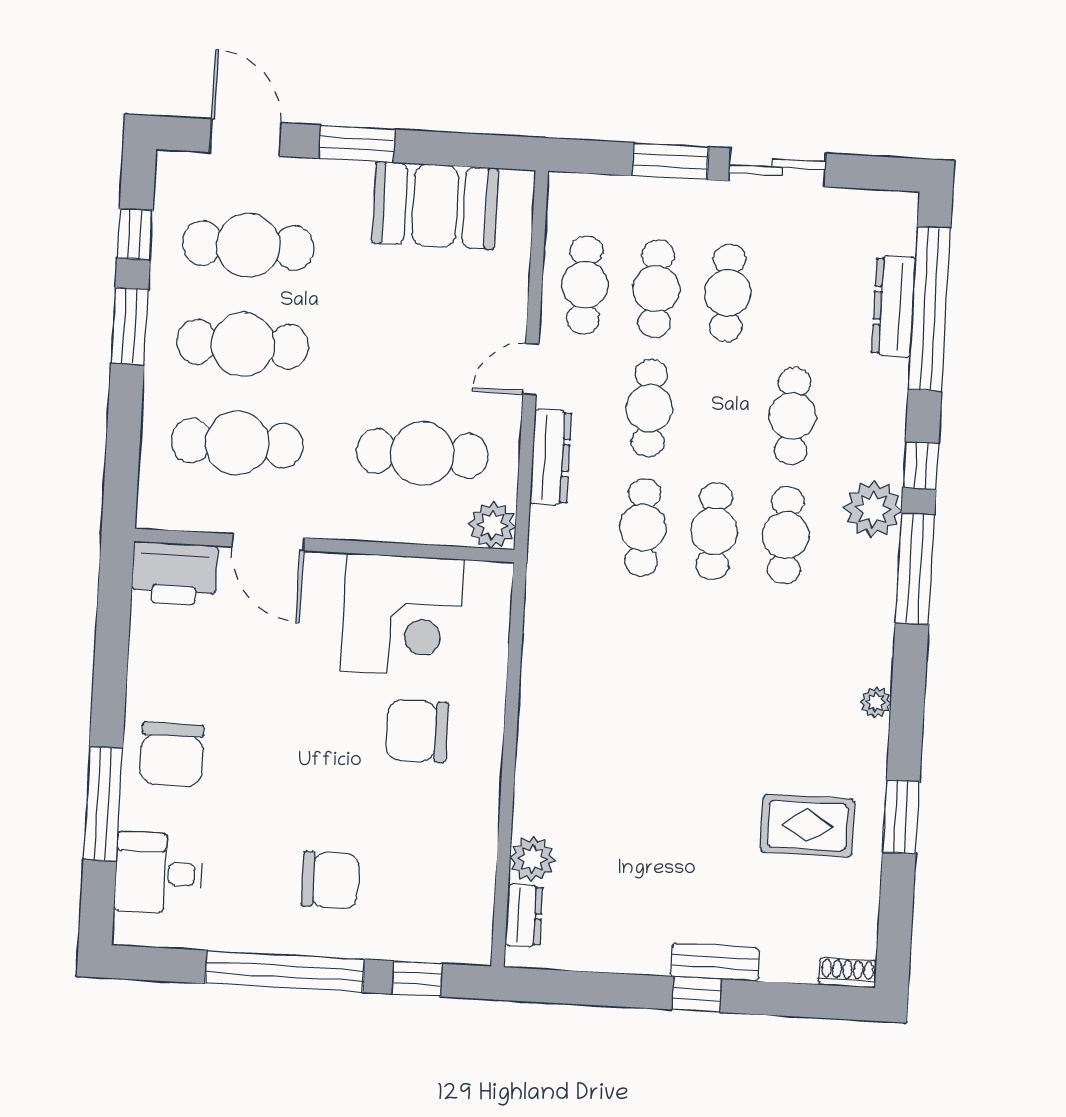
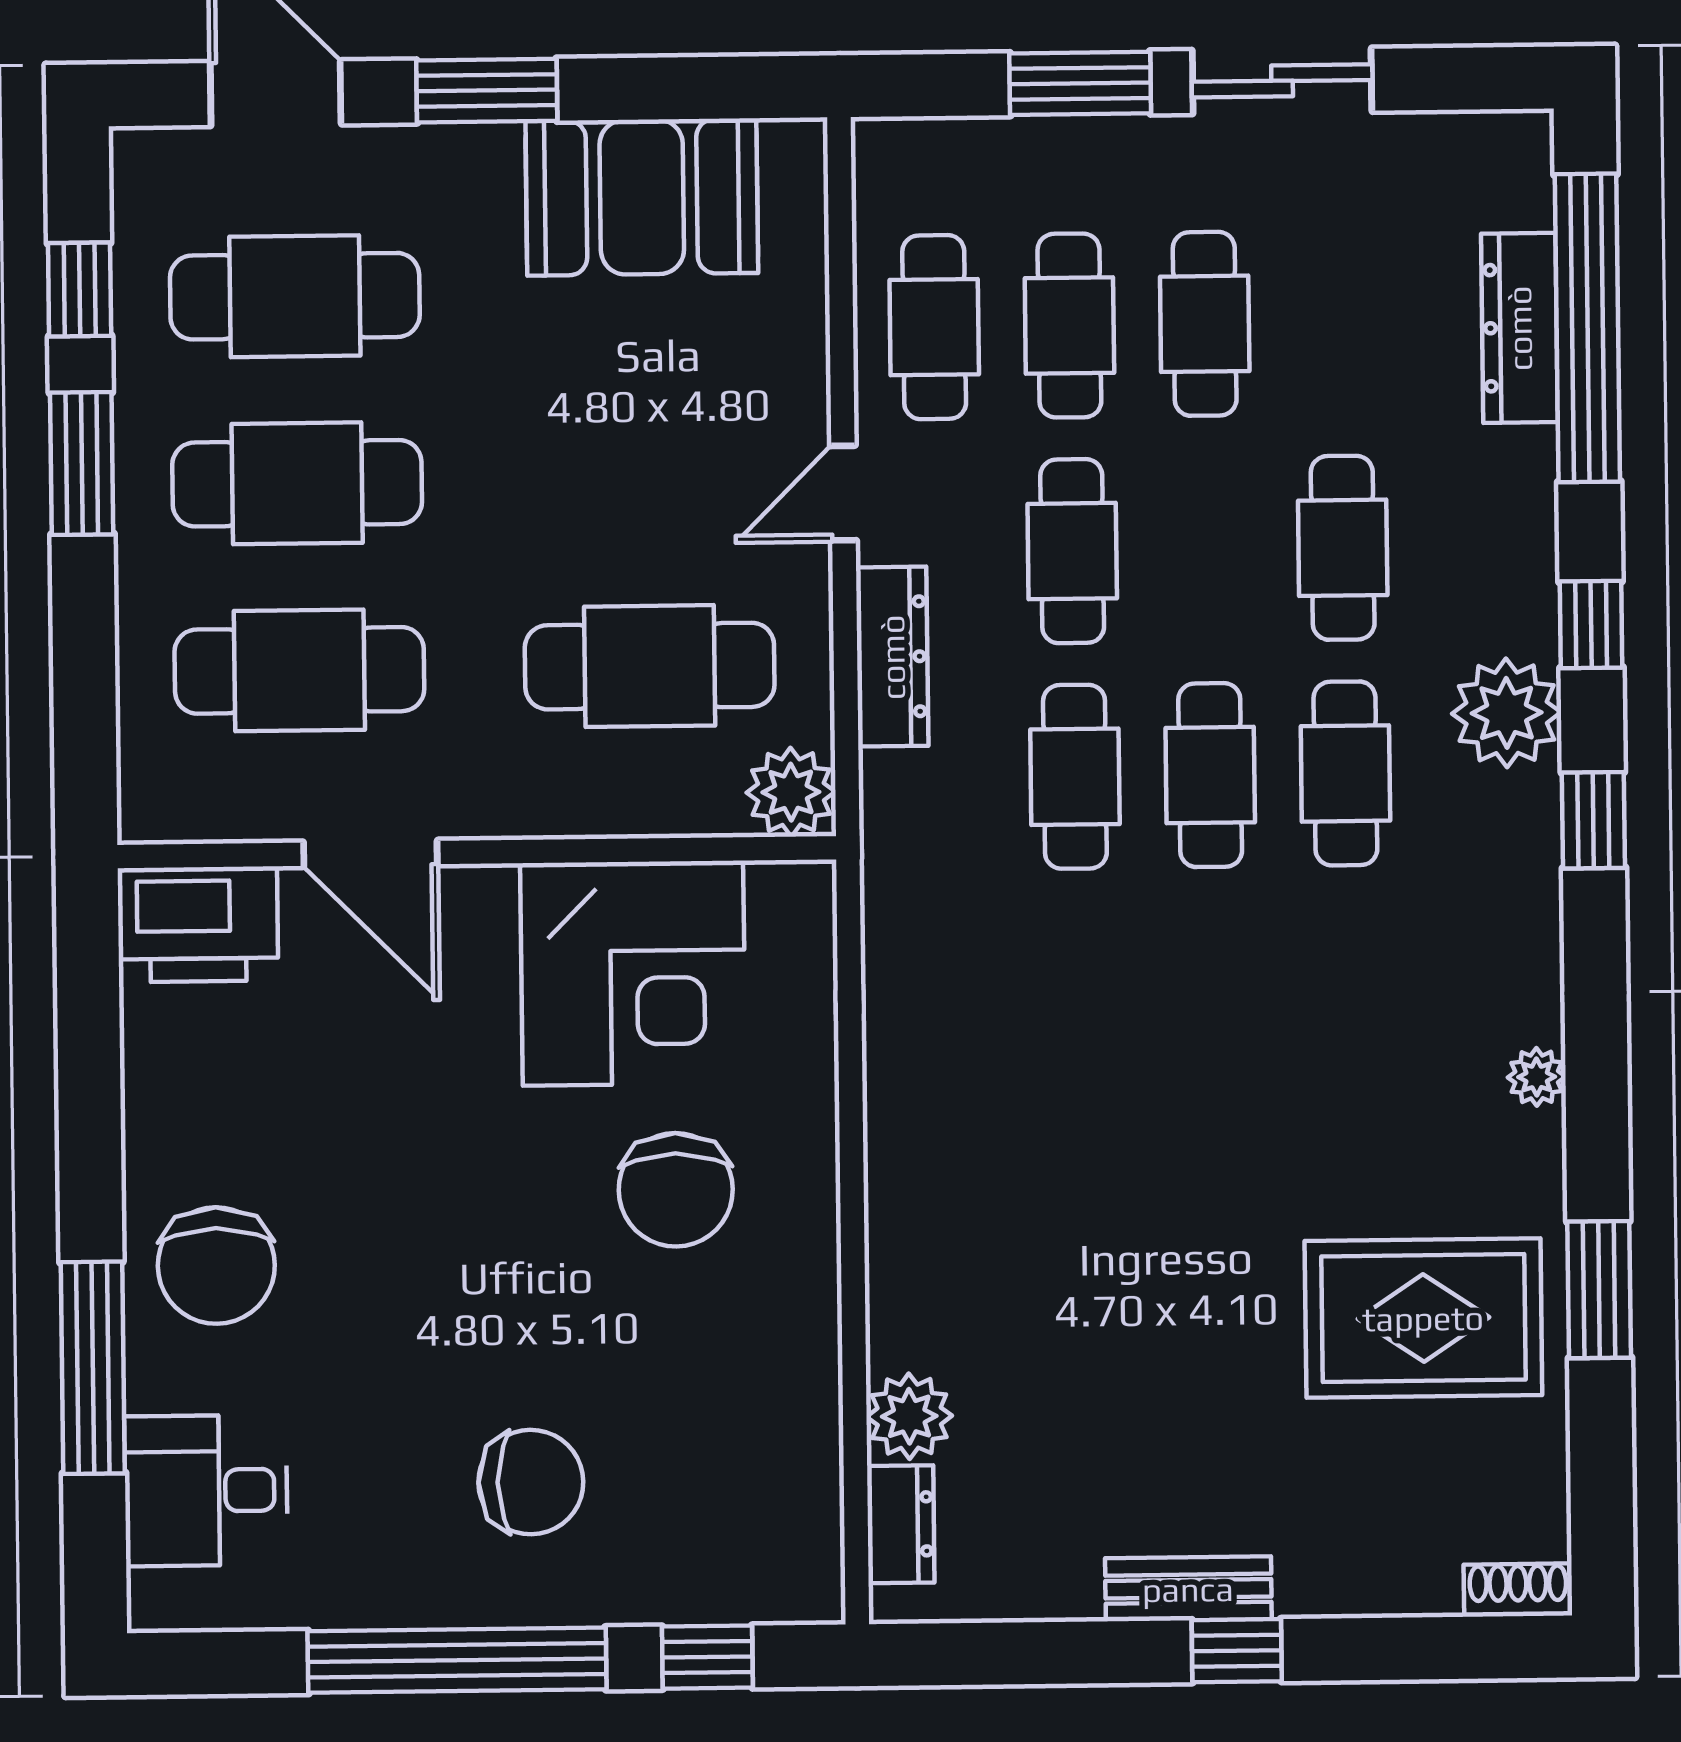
window: (915, 569) -> (1593, 820), width x0.46
chair: (417, 731) -> (676, 1190), turned -90
rug: (807, 826) -> (1423, 1318), width x1.36, depth x1.43
bench: (715, 962) -> (1188, 1589), moved

